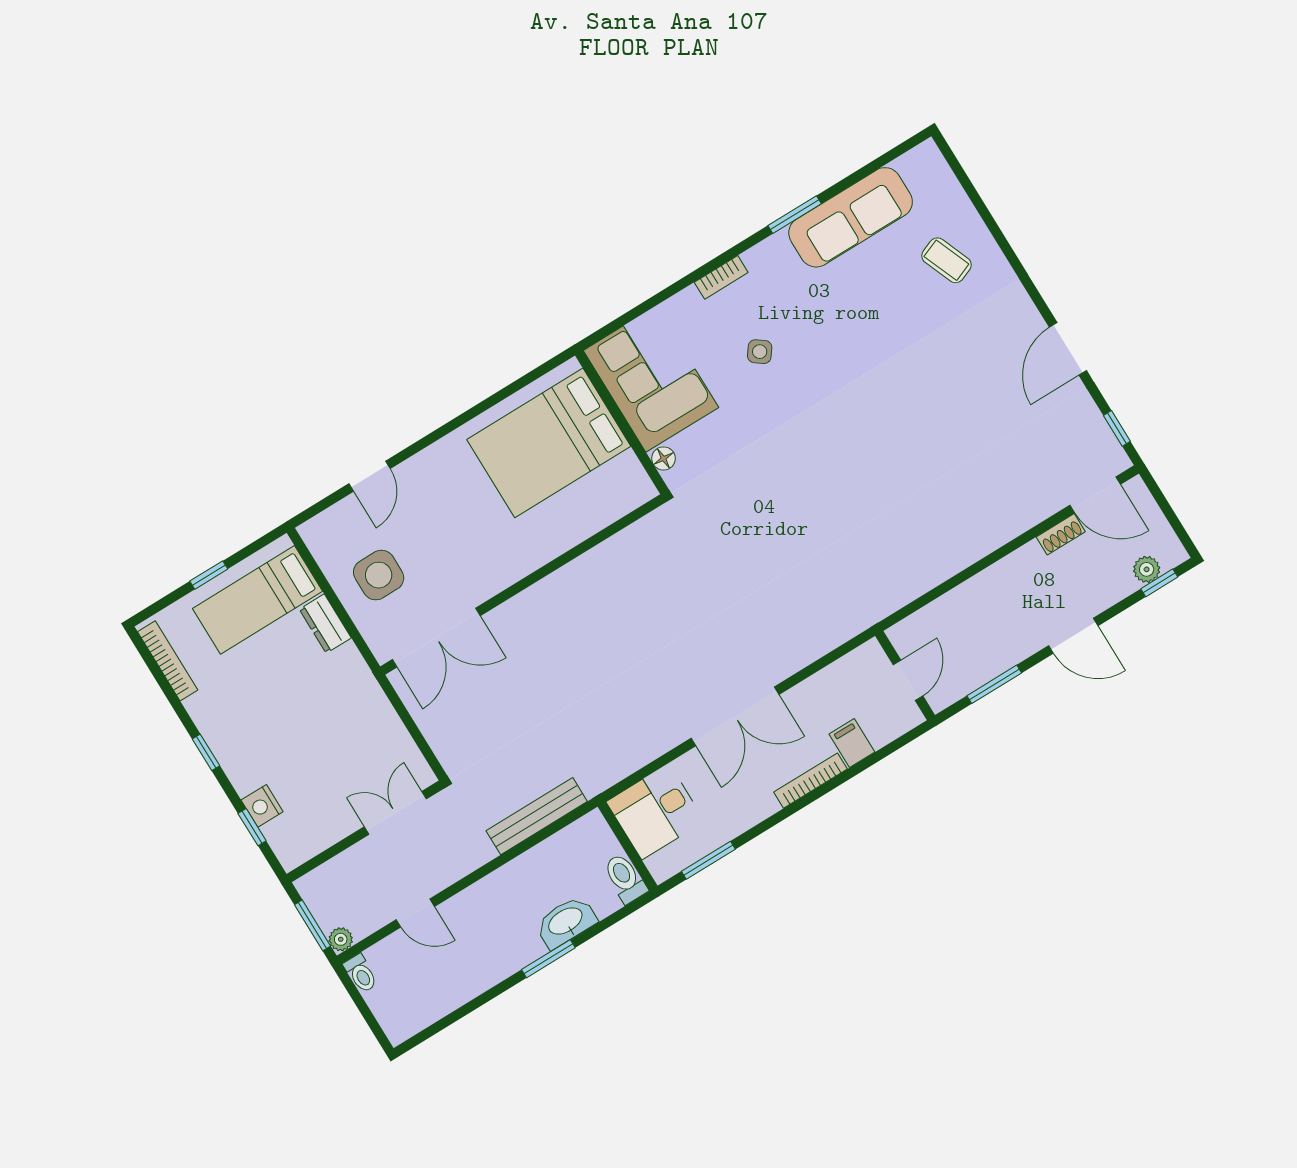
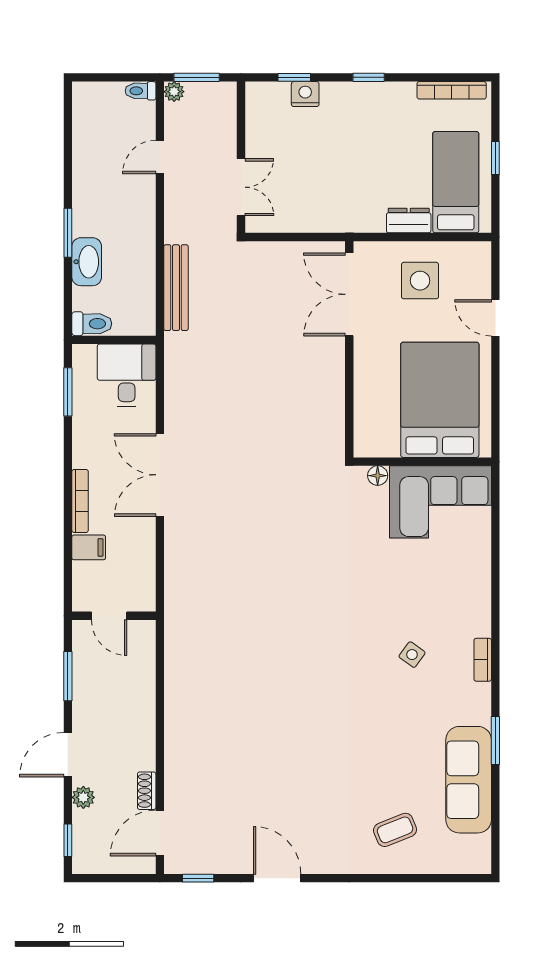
corner sofa: (651, 379) -> (441, 502), moved
wall: (622, 422) -> (422, 462), moved
bed: (549, 443) -> (440, 400), moved
floor lamp: (663, 458) -> (378, 476), moved
plant: (1147, 569) -> (83, 797), moved

